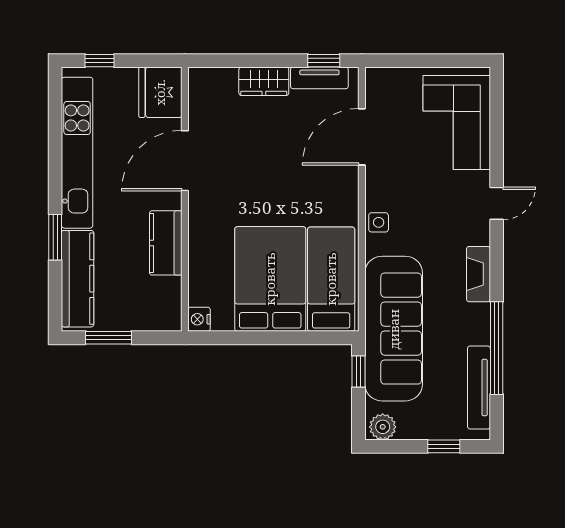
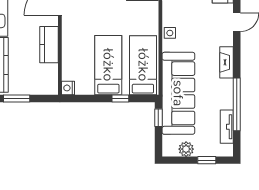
bed: (270, 279) -> (108, 65), width x0.67
window: (291, 338) -> (120, 98), added
tv unit: (479, 387) -> (227, 127), width x0.71
plant: (383, 427) -> (186, 149), moved

